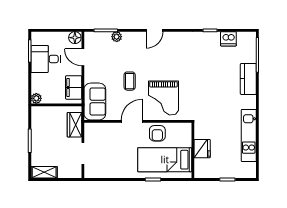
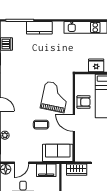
grand piano: (163, 98) -> (55, 97), turned -78

